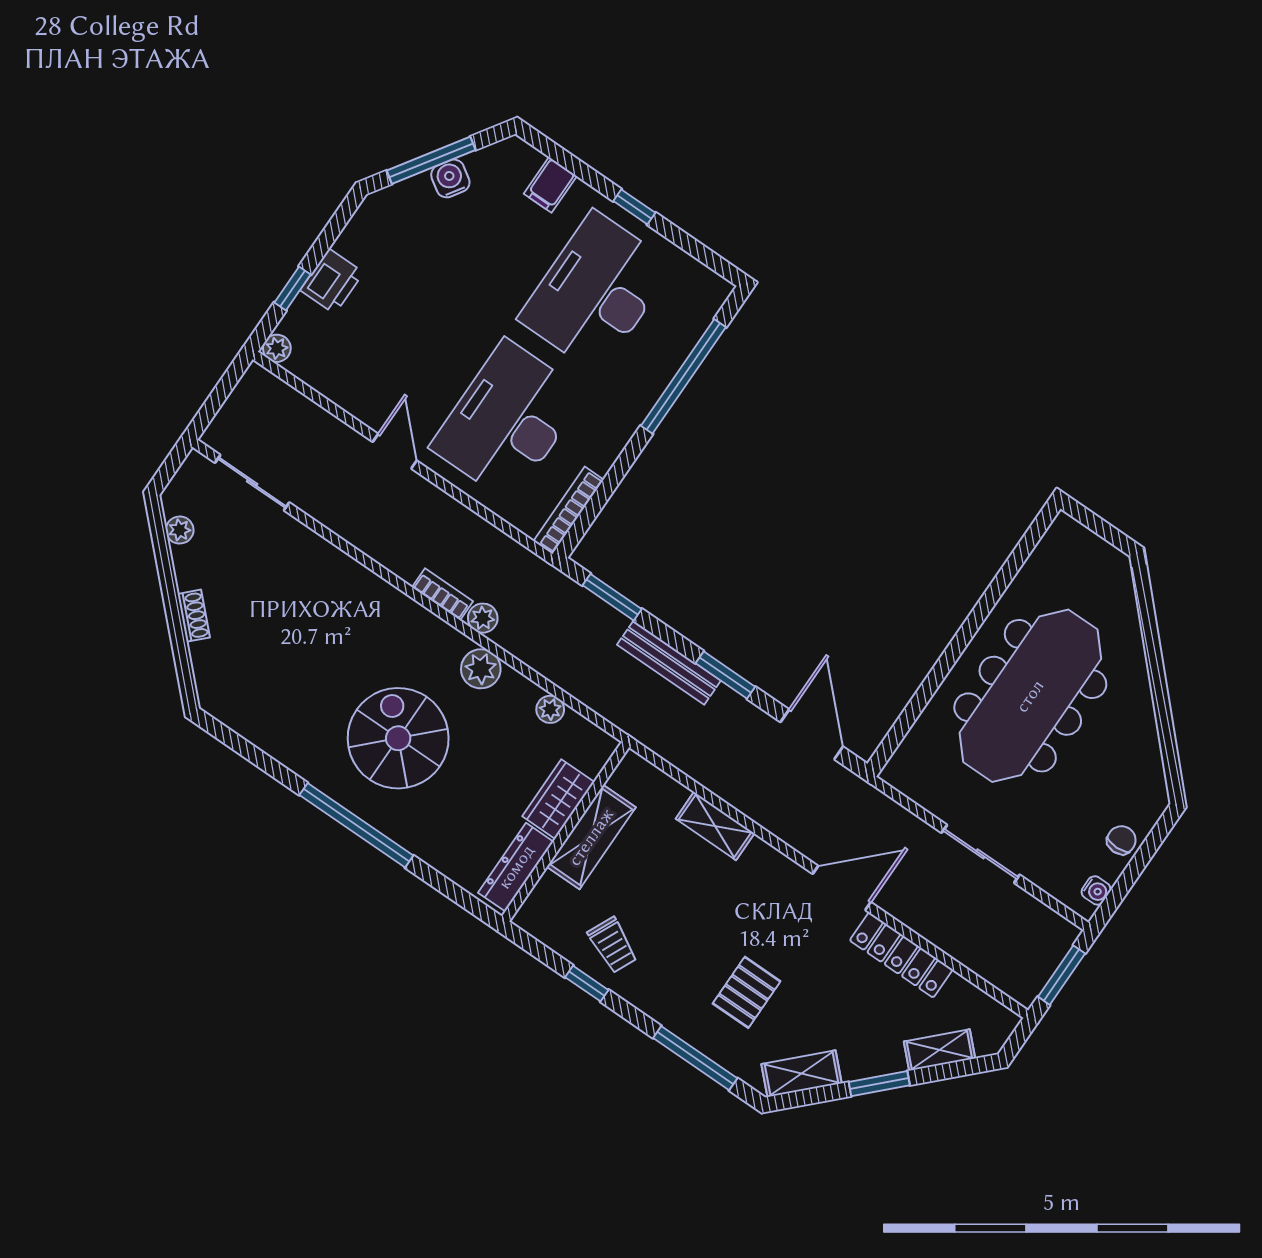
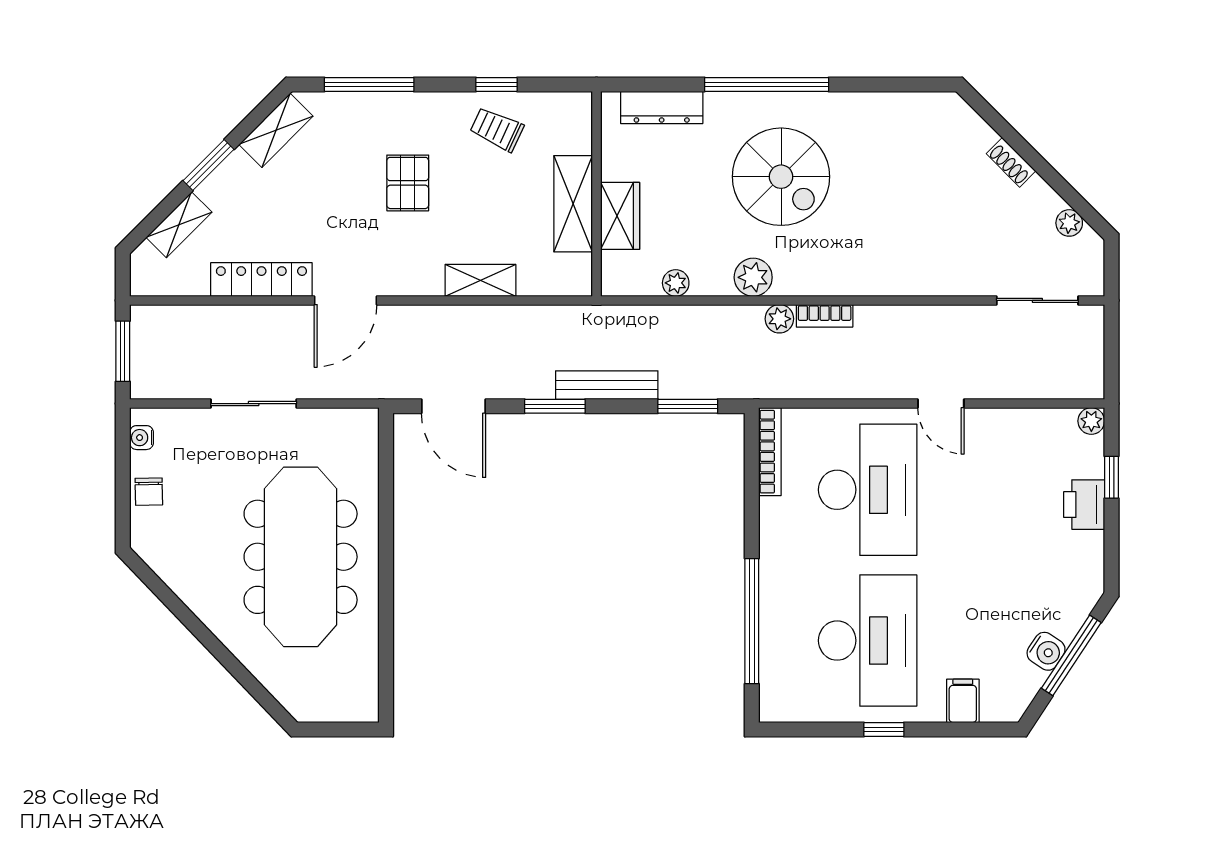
dresser: (516, 867) -> (662, 107), moved, turned 90
pallet: (747, 992) -> (408, 183), moved

